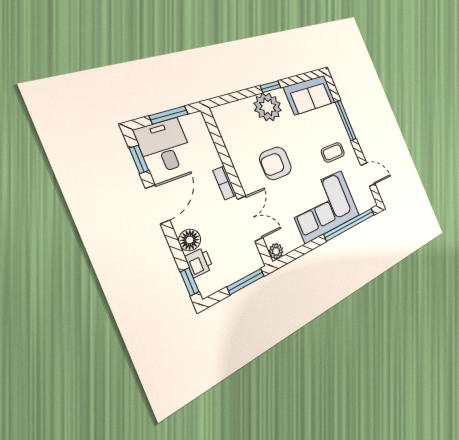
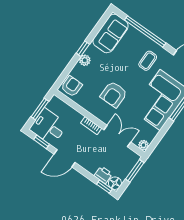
plant: (268, 107) -> (85, 60), width x0.53, depth x0.53
armchair: (230, 118) -> (72, 86), added
window: (346, 120) -> (145, 31), width x1.46
door: (158, 204) -> (65, 158), swing flipped
floor lamp: (190, 240) -> (115, 183), moved

